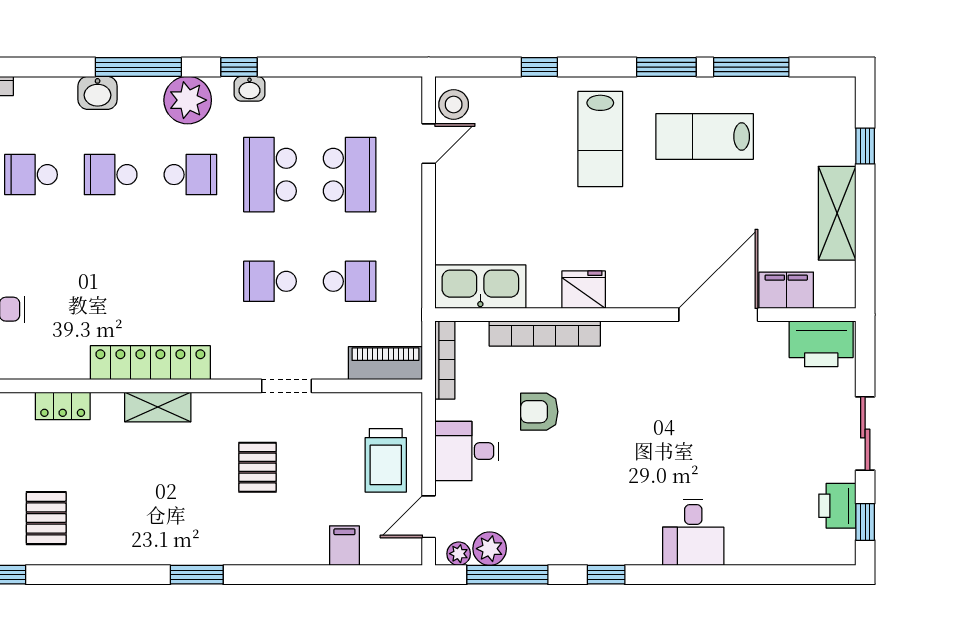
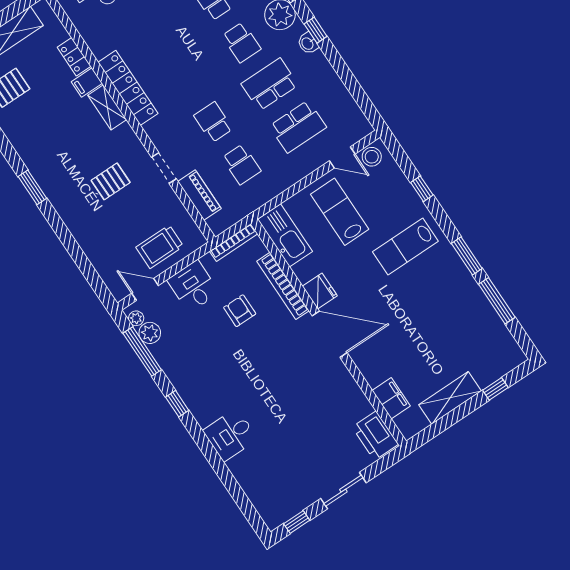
lab bench: (705, 137) -> (340, 212), moved
door: (718, 315) -> (330, 334), moved
piano: (385, 363) -> (199, 195), moved
printer: (837, 506) -> (295, 501), removed
filing cabinet: (344, 546) -> (87, 83), moved, turned 180

